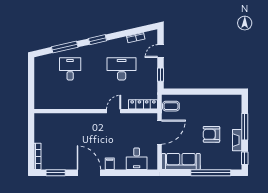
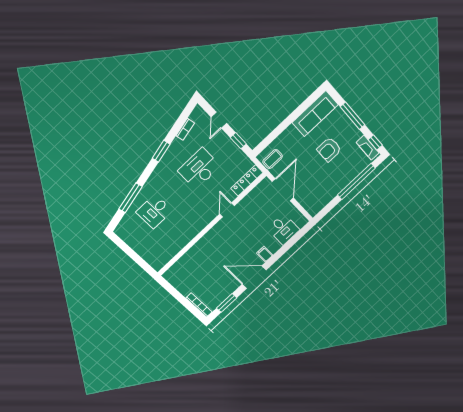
window: (98, 40) -> (161, 151), moved
desk: (70, 69) -> (154, 211), turned -90
fireplace: (237, 140) -> (368, 148), moved
sofa: (181, 161) -> (315, 114), moved, turned 180

